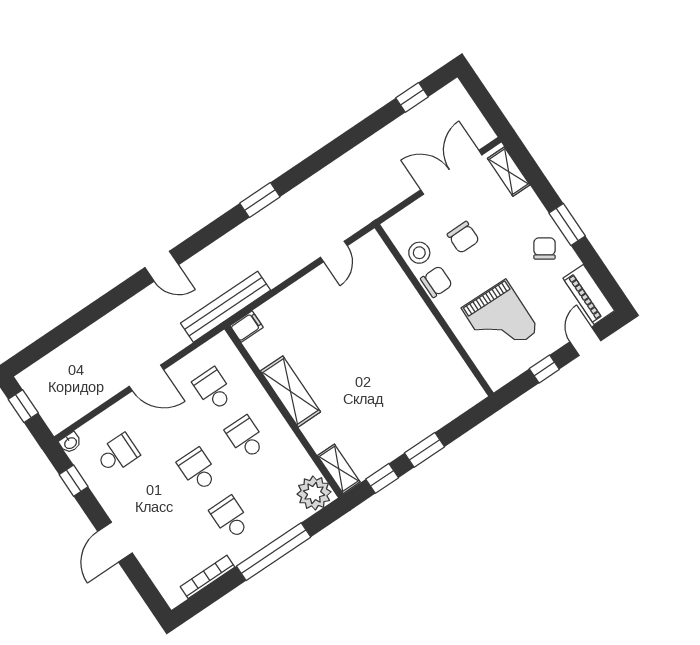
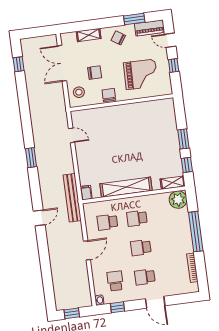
shelving: (509, 172) -> (89, 35), moved
window: (567, 224) -> (134, 19), moved
stool: (419, 253) -> (79, 92), moved
shelving: (290, 391) -> (126, 187), width x1.47
school desk: (230, 518) -> (145, 277), moved

